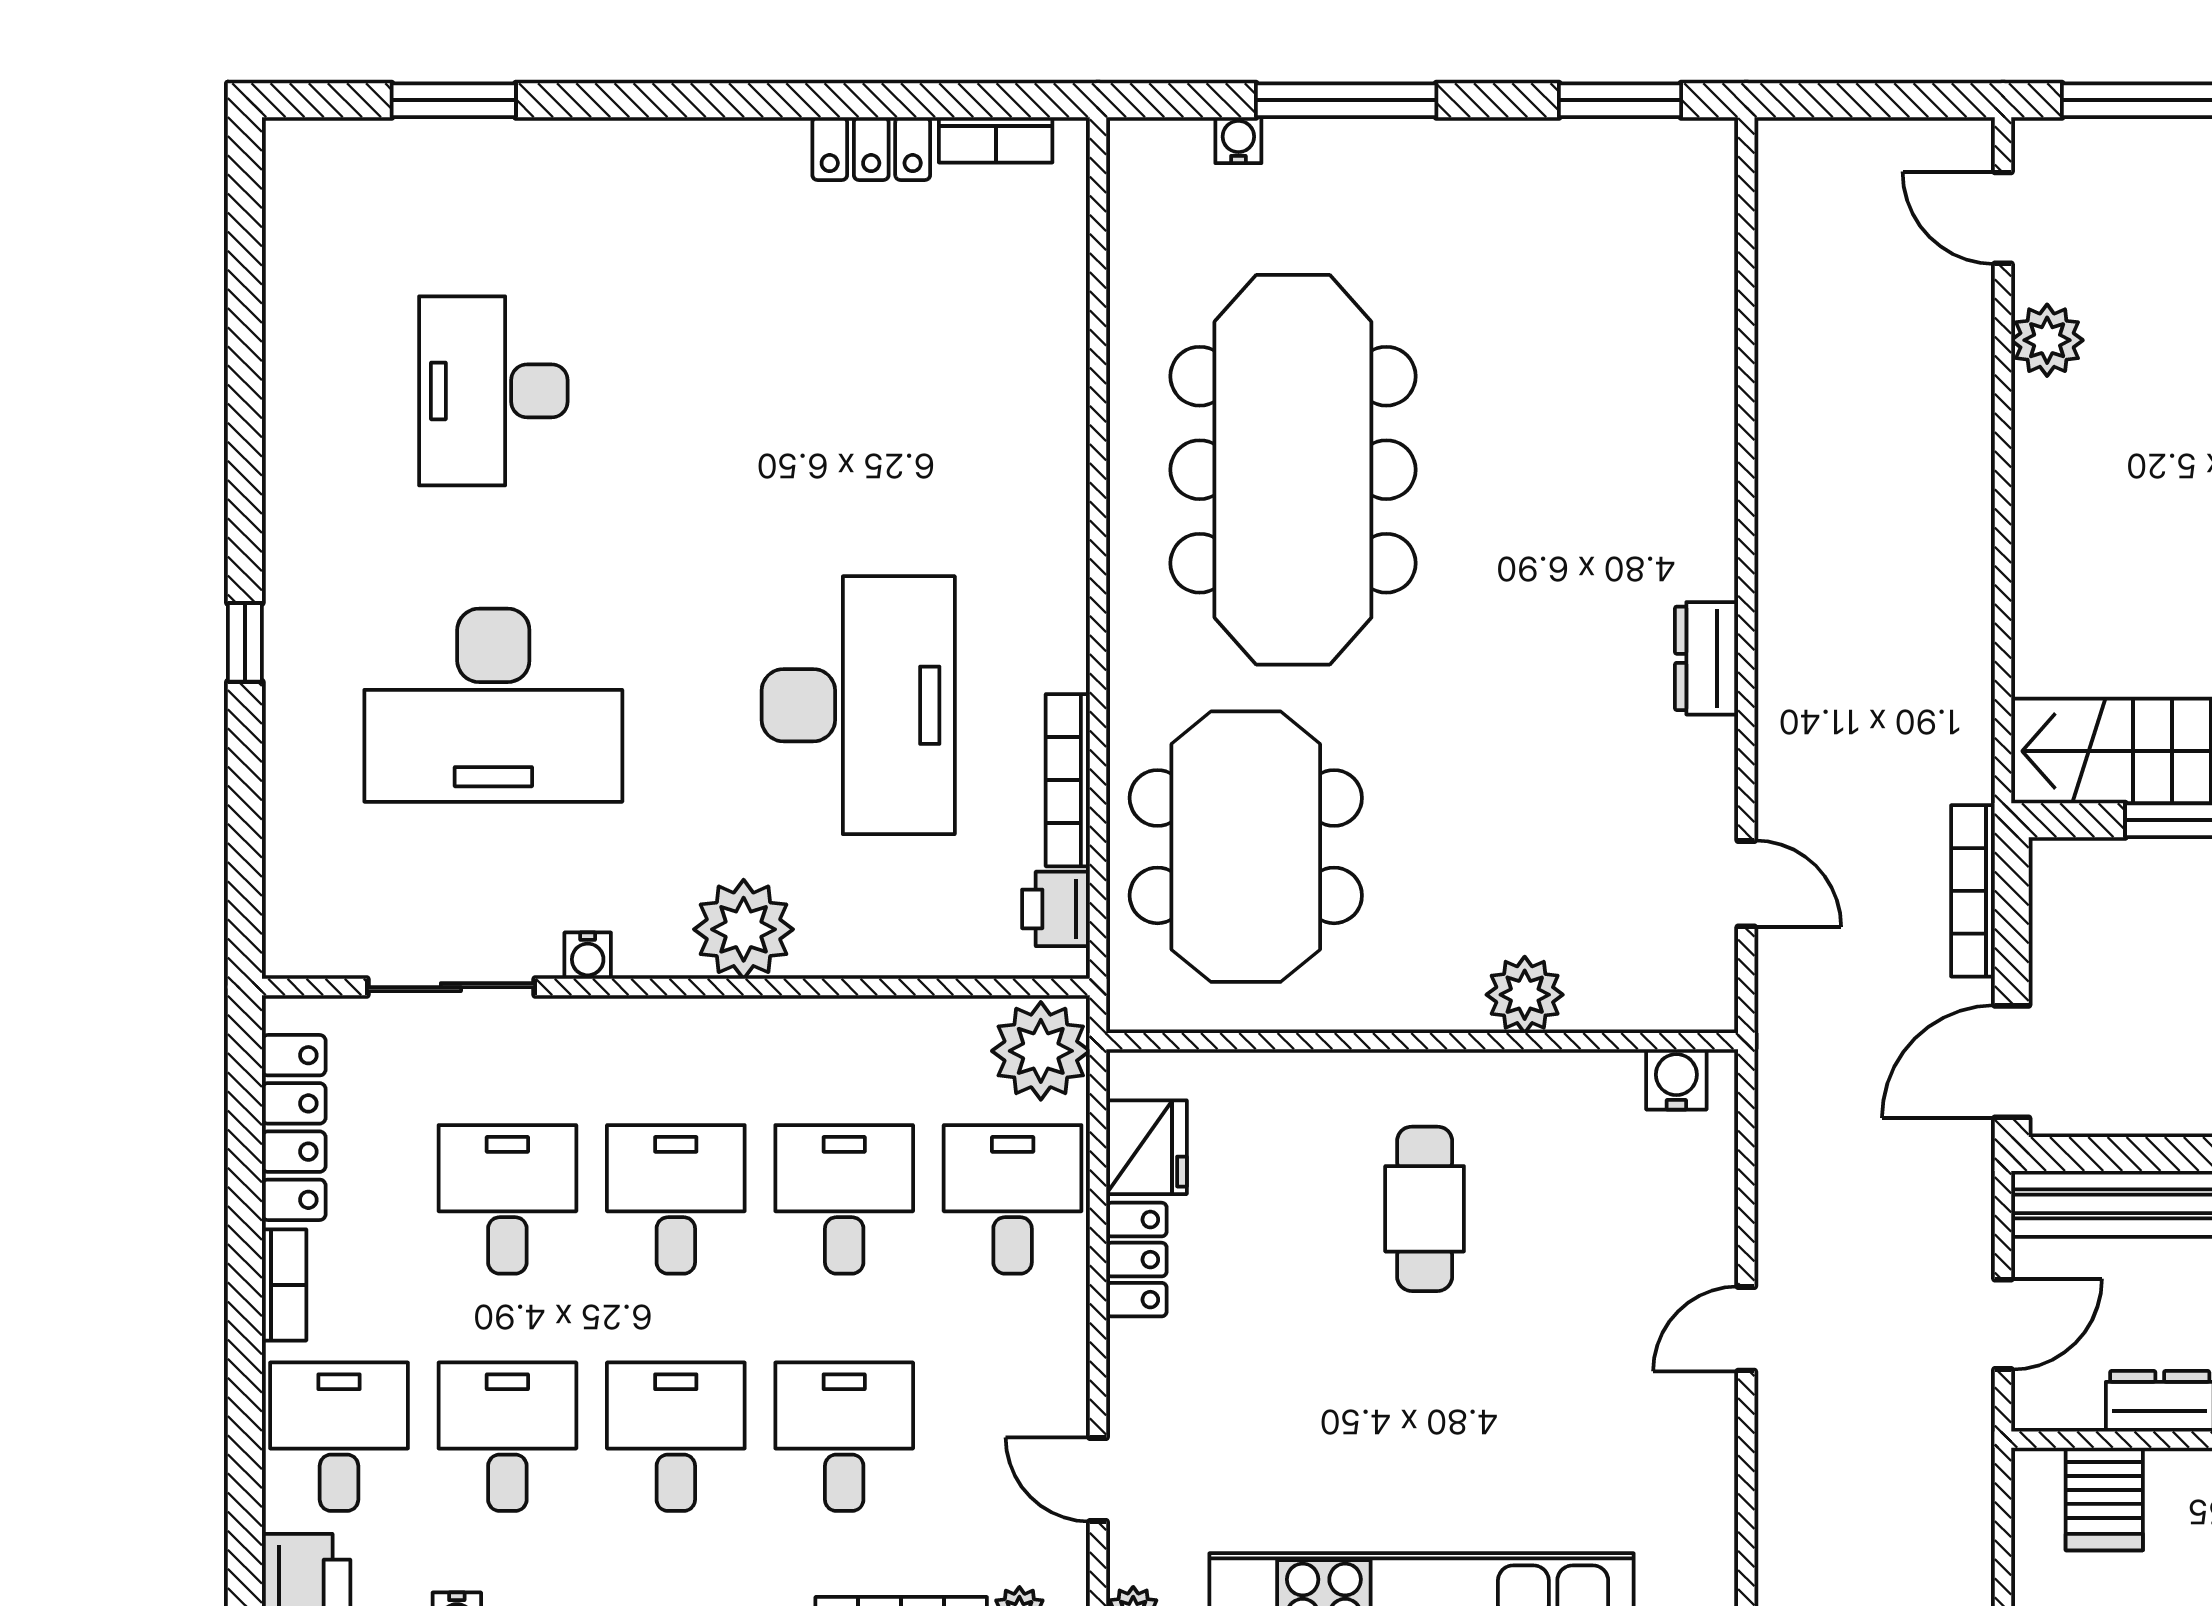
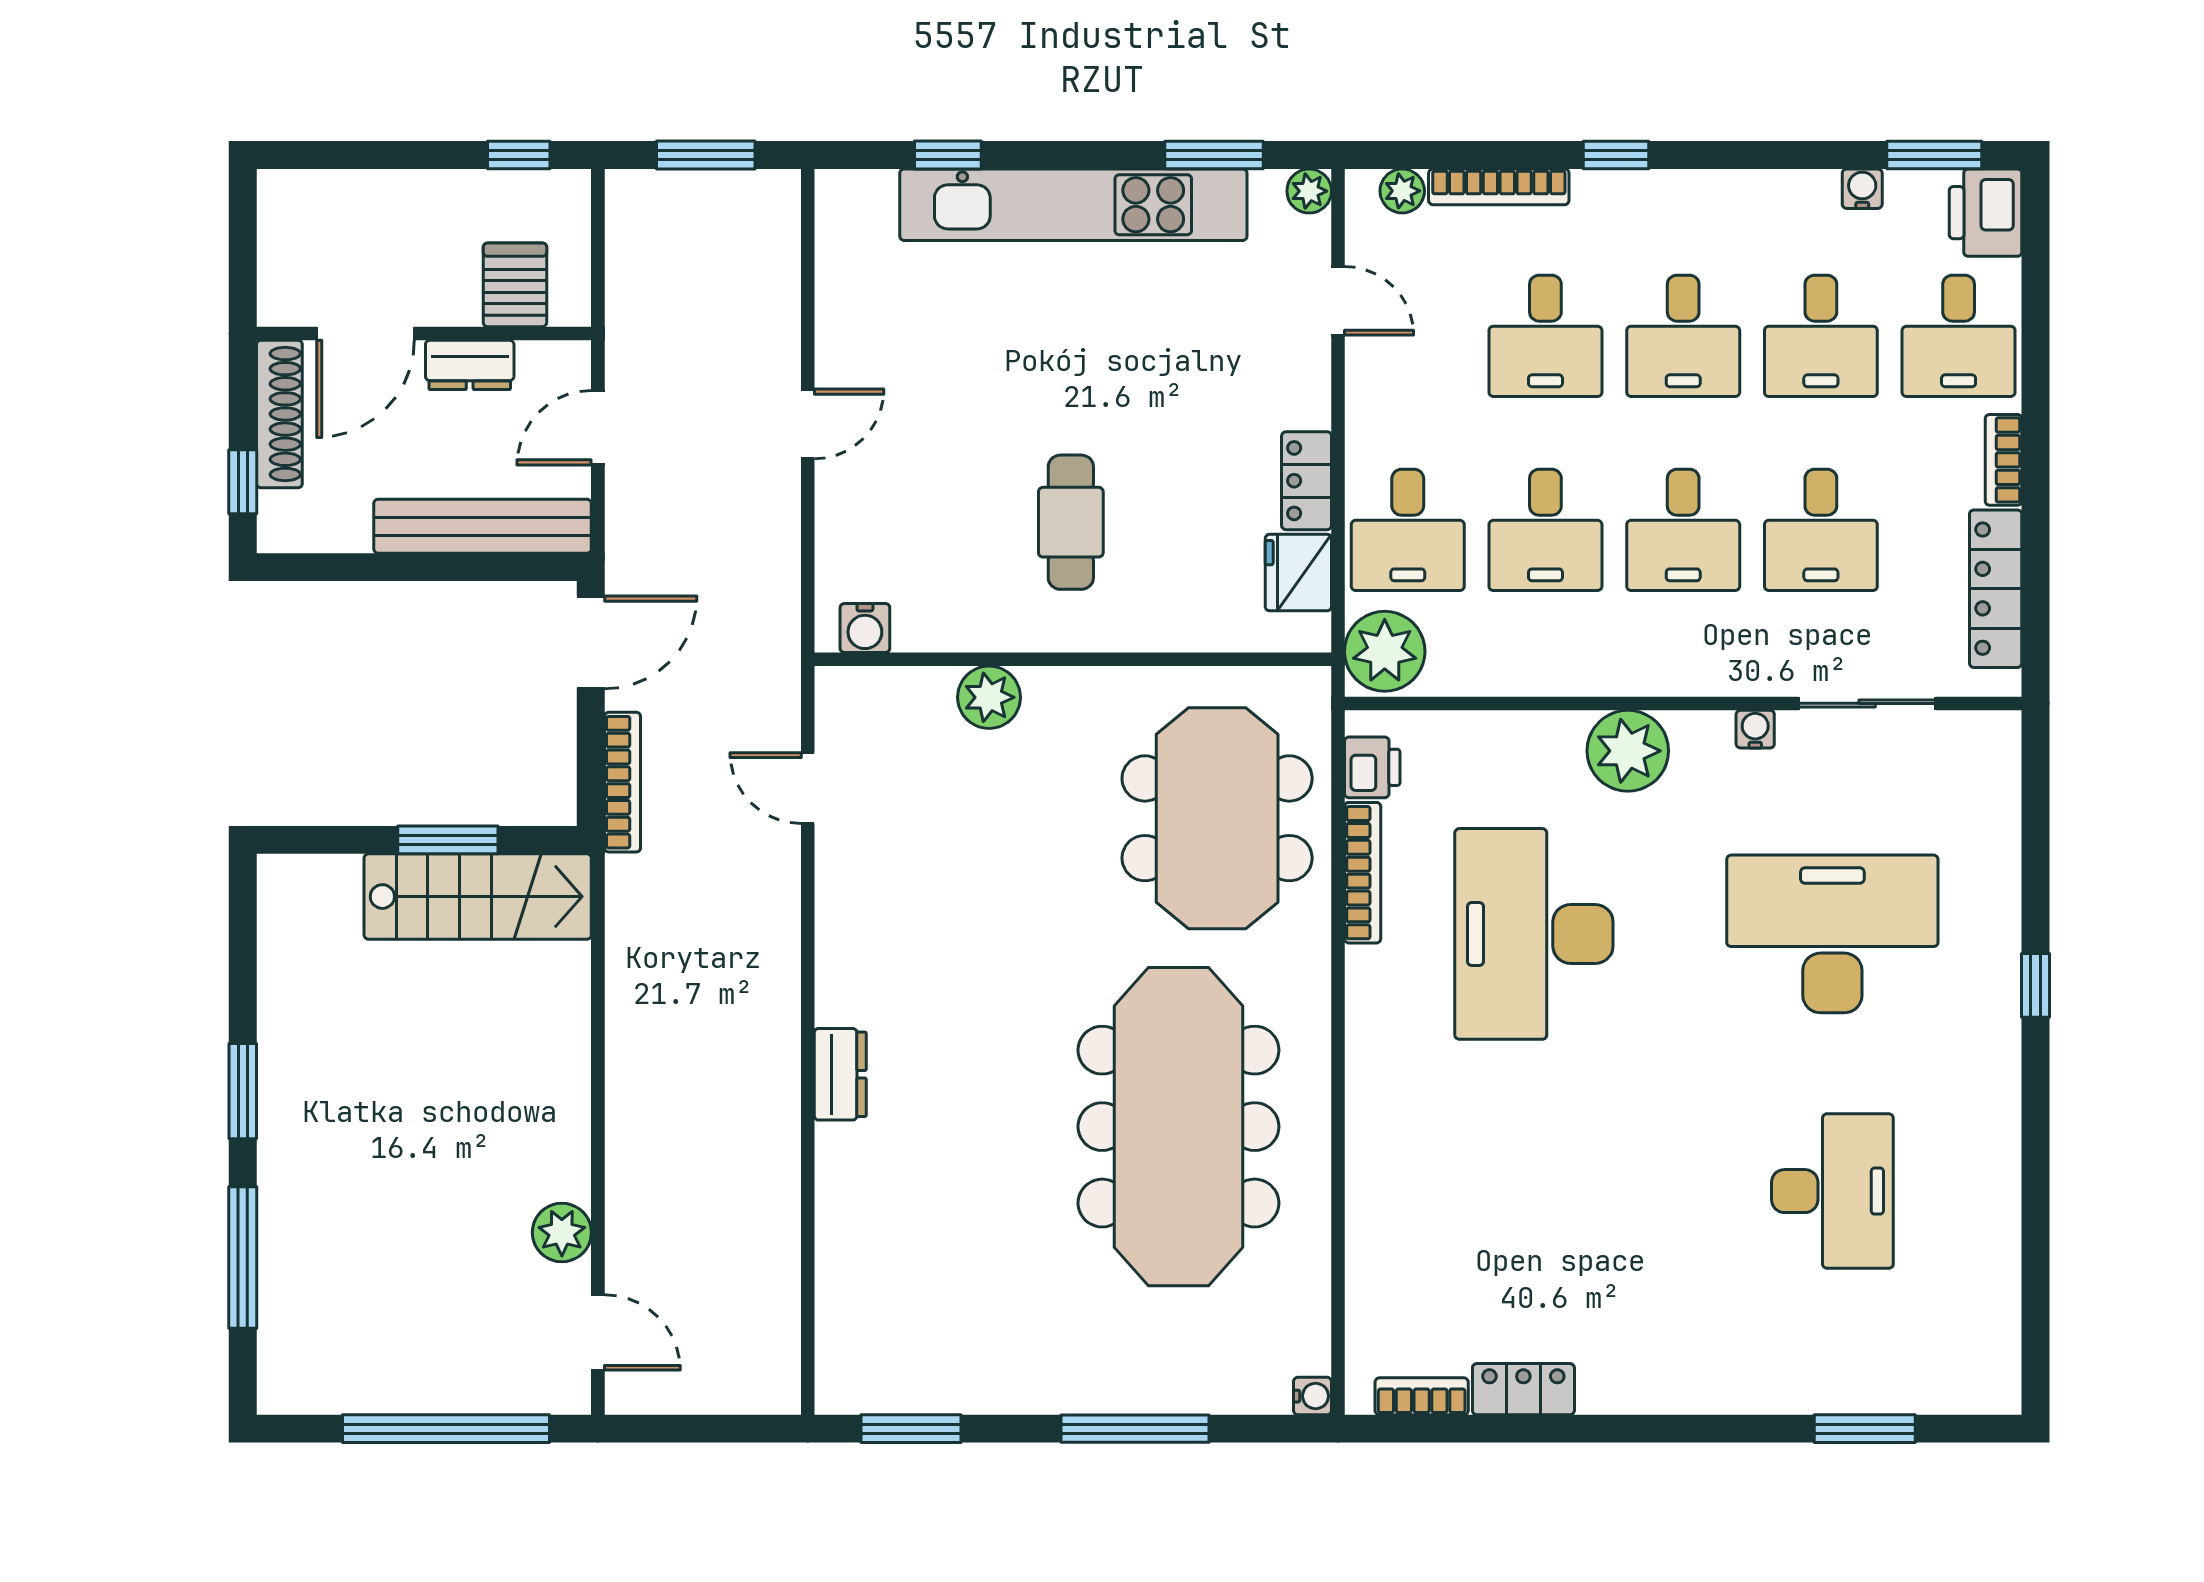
water cooler: (1238, 140) -> (1313, 1396), moved, turned -90
dresser: (1707, 658) -> (840, 1074), moved

